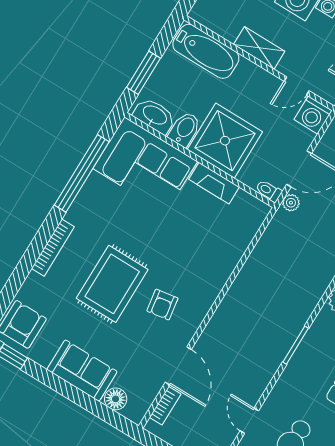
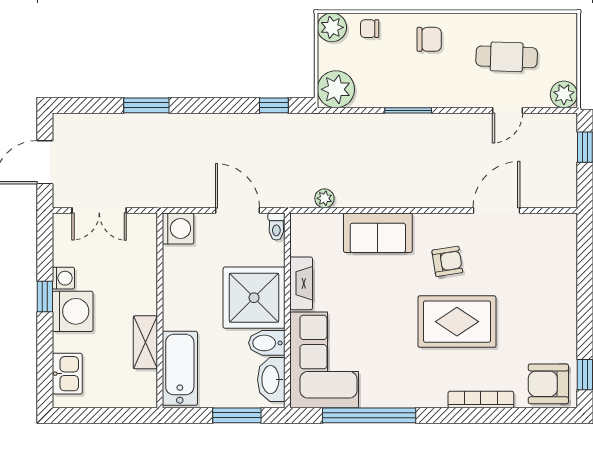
shelving: (259, 48) -> (145, 342), moved
door: (297, 86) -> (160, 261), removed
plant: (291, 203) -> (324, 198), moved
bookcase: (53, 248) -> (481, 399), moved
sofa: (82, 371) -> (378, 233), moved, turned -90
floor lamp: (116, 399) -> (565, 251), removed
bookcase: (165, 406) -> (542, 200), removed

